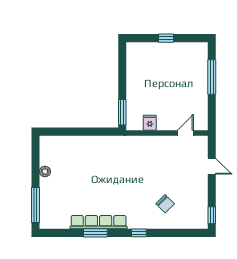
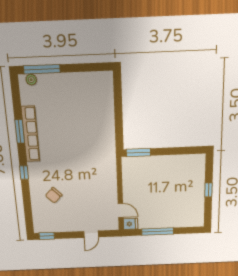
window: (212, 77) -> (158, 232), moved
fridge: (150, 123) -> (130, 224), moved
plant: (45, 171) -> (31, 80), moved

